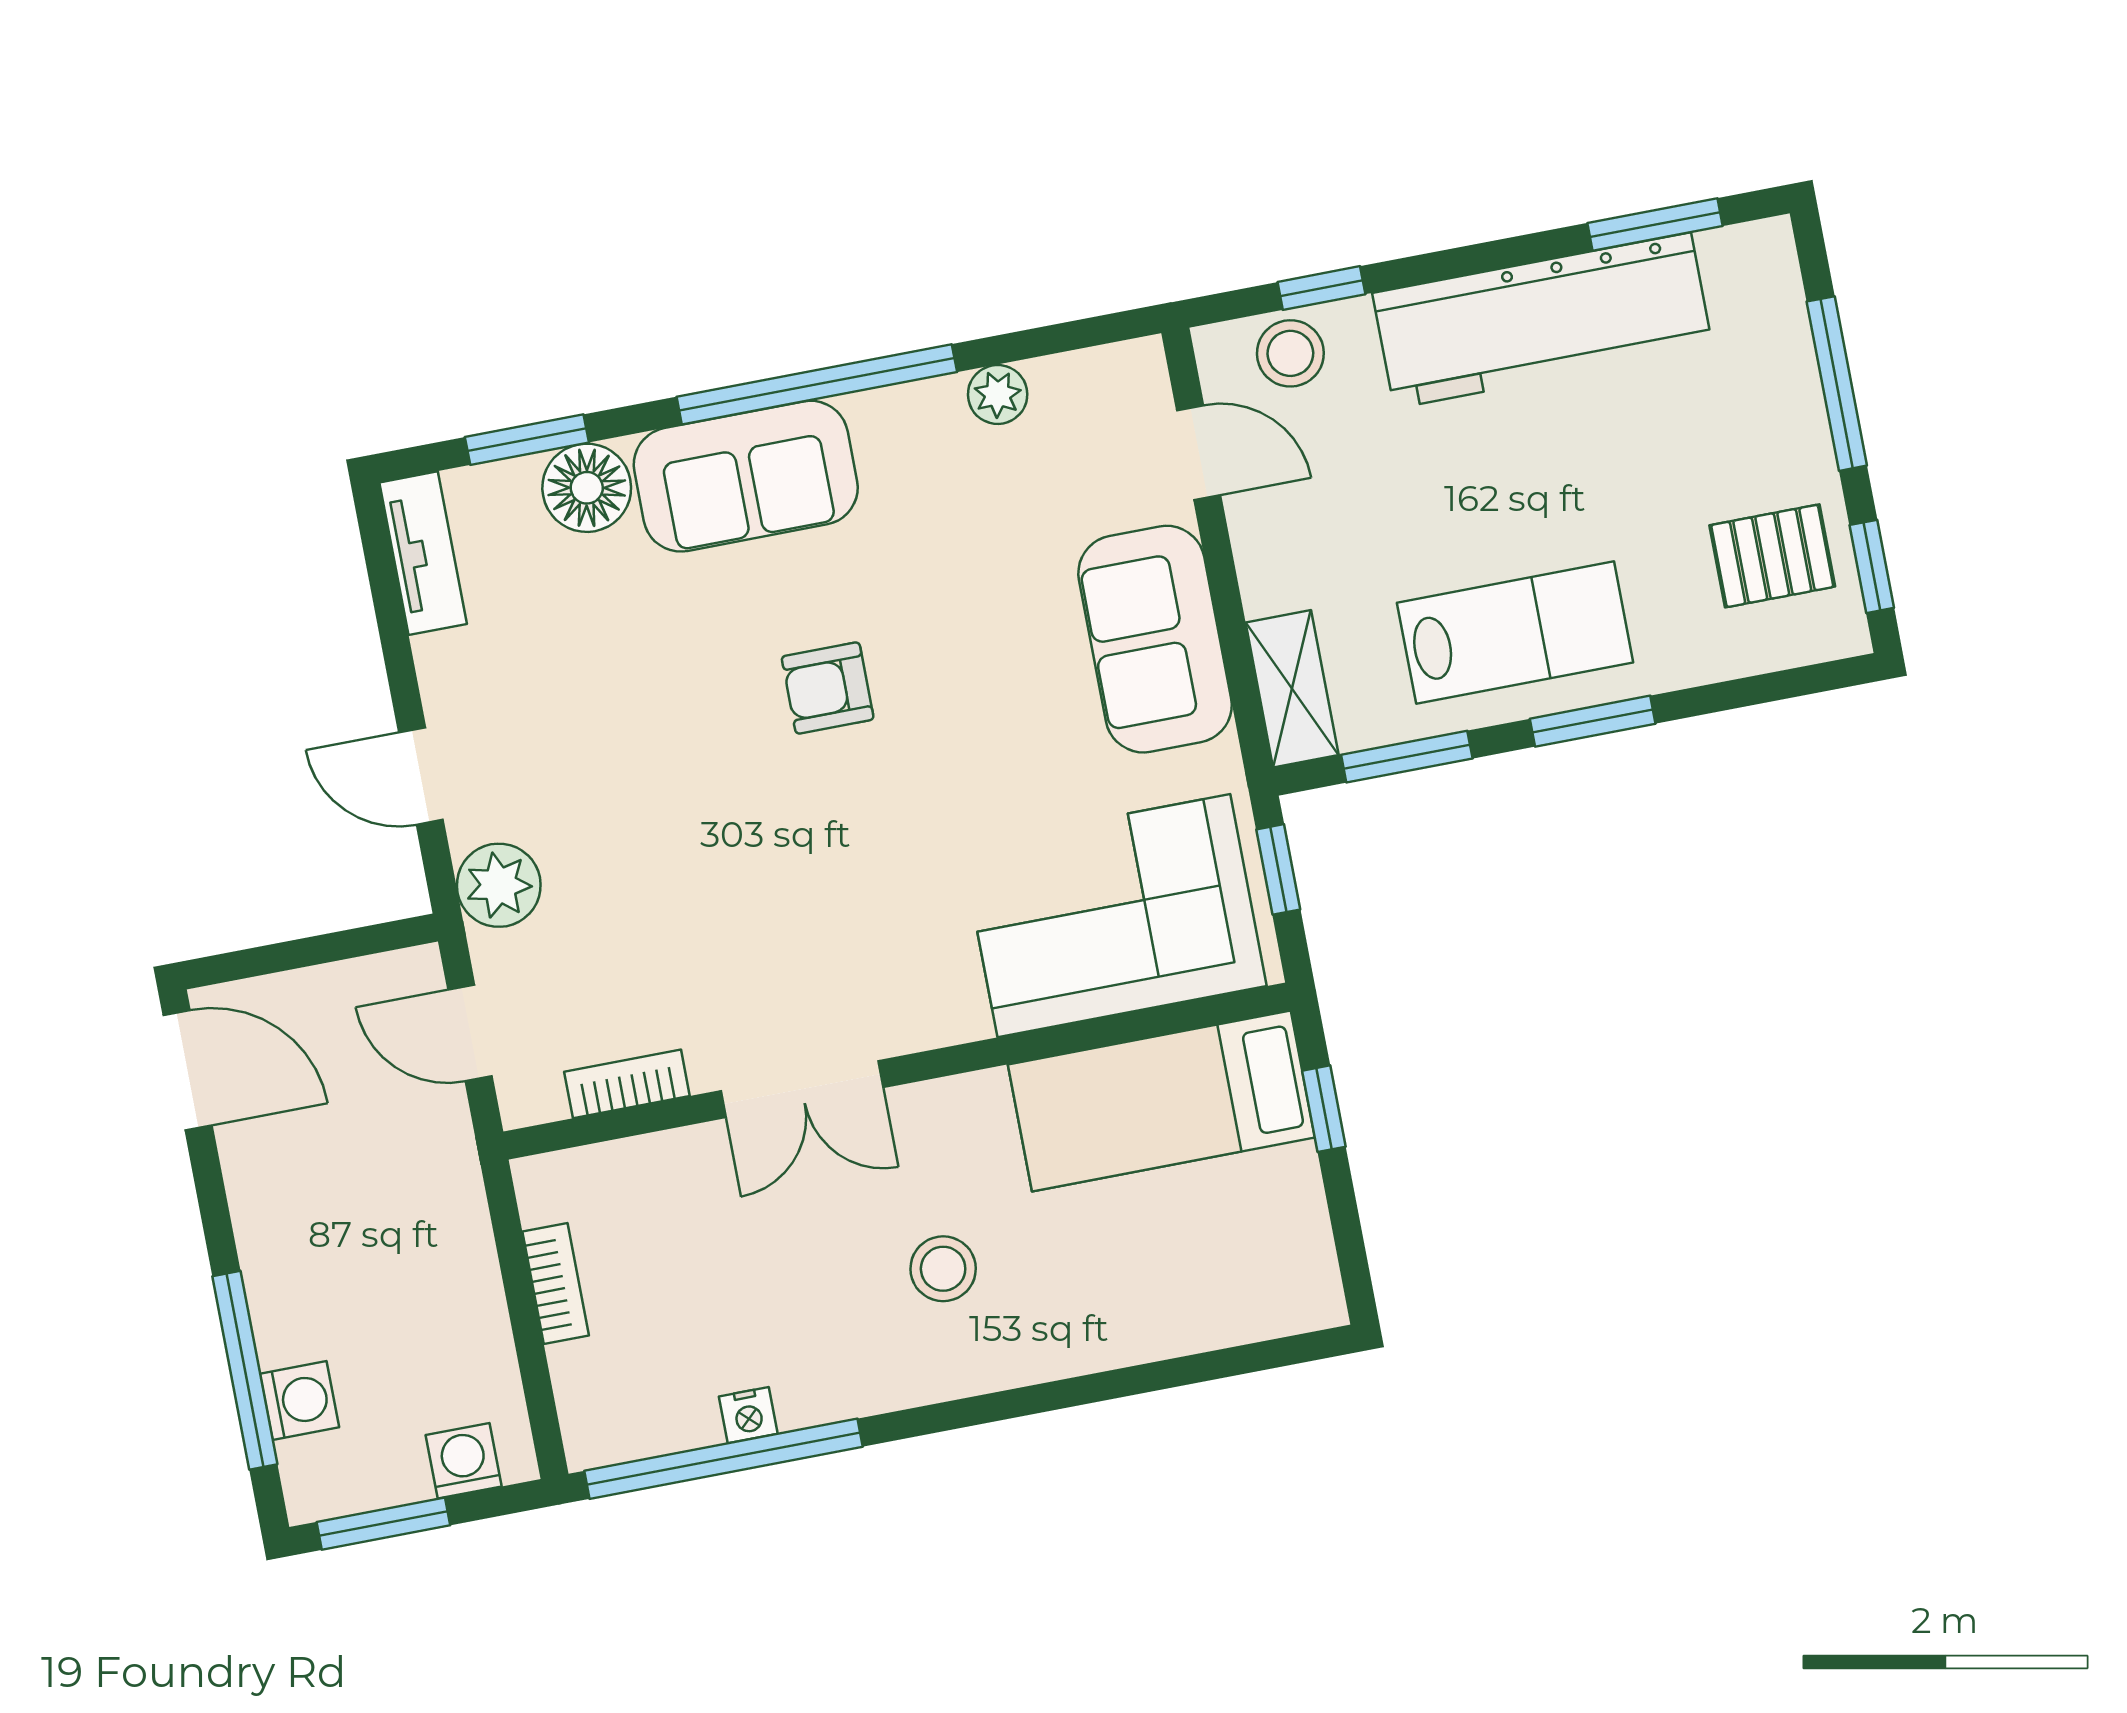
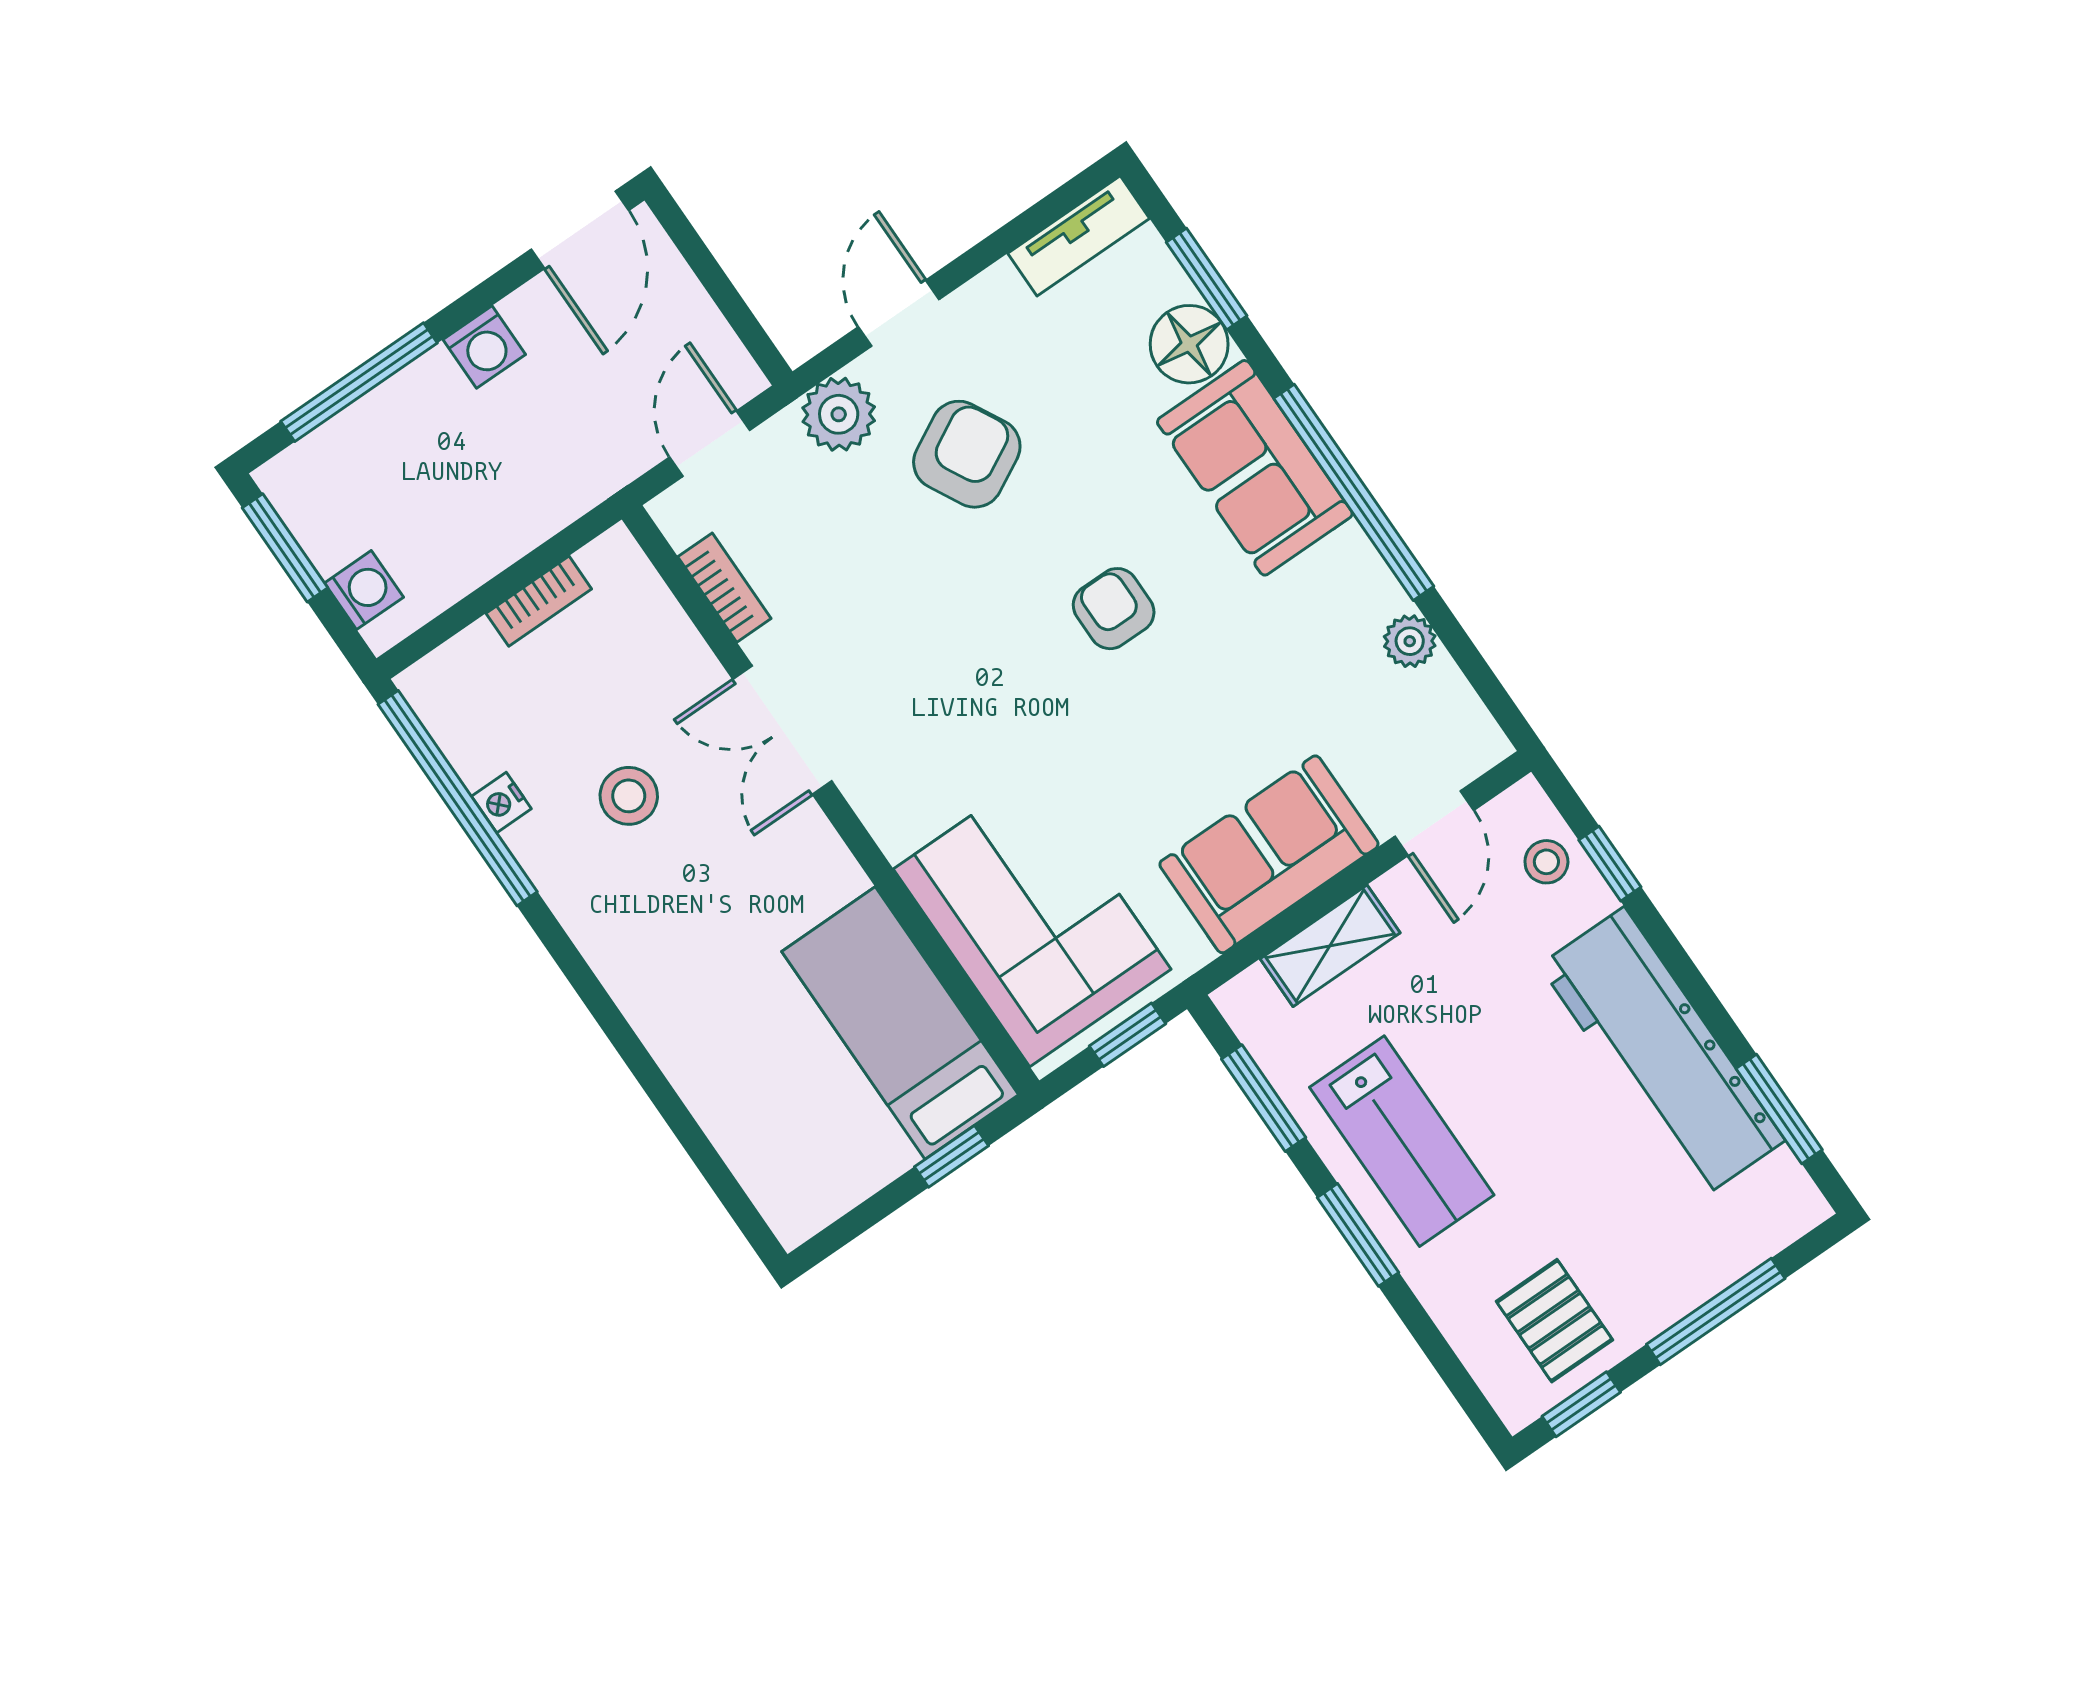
stool: (1290, 353) -> (1546, 862), width x0.73, depth x0.73
shelving: (1292, 689) -> (1330, 946), moved
armchair: (599, 770) -> (967, 454), added
stool: (943, 1269) -> (629, 796), moved
washing machine: (300, 1400) -> (484, 347), moved

